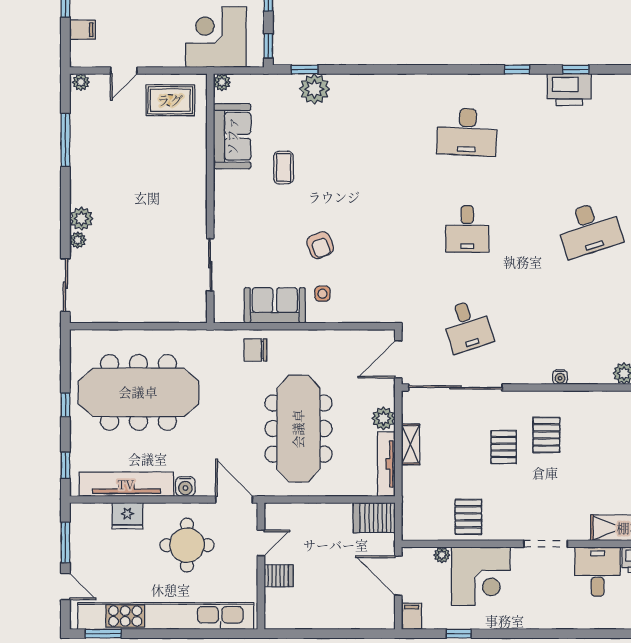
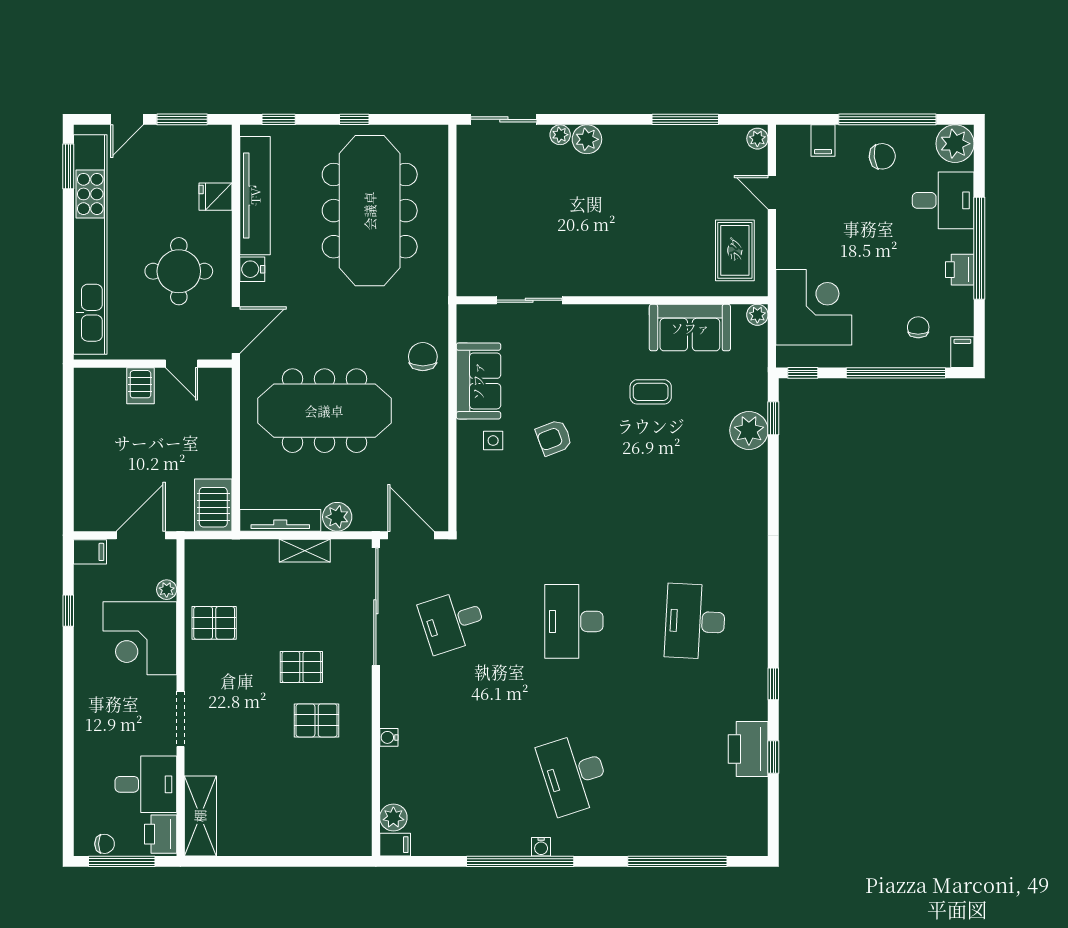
desk: (467, 229) -> (574, 621), width x1.37
fridge: (127, 516) -> (216, 197), width x0.72

